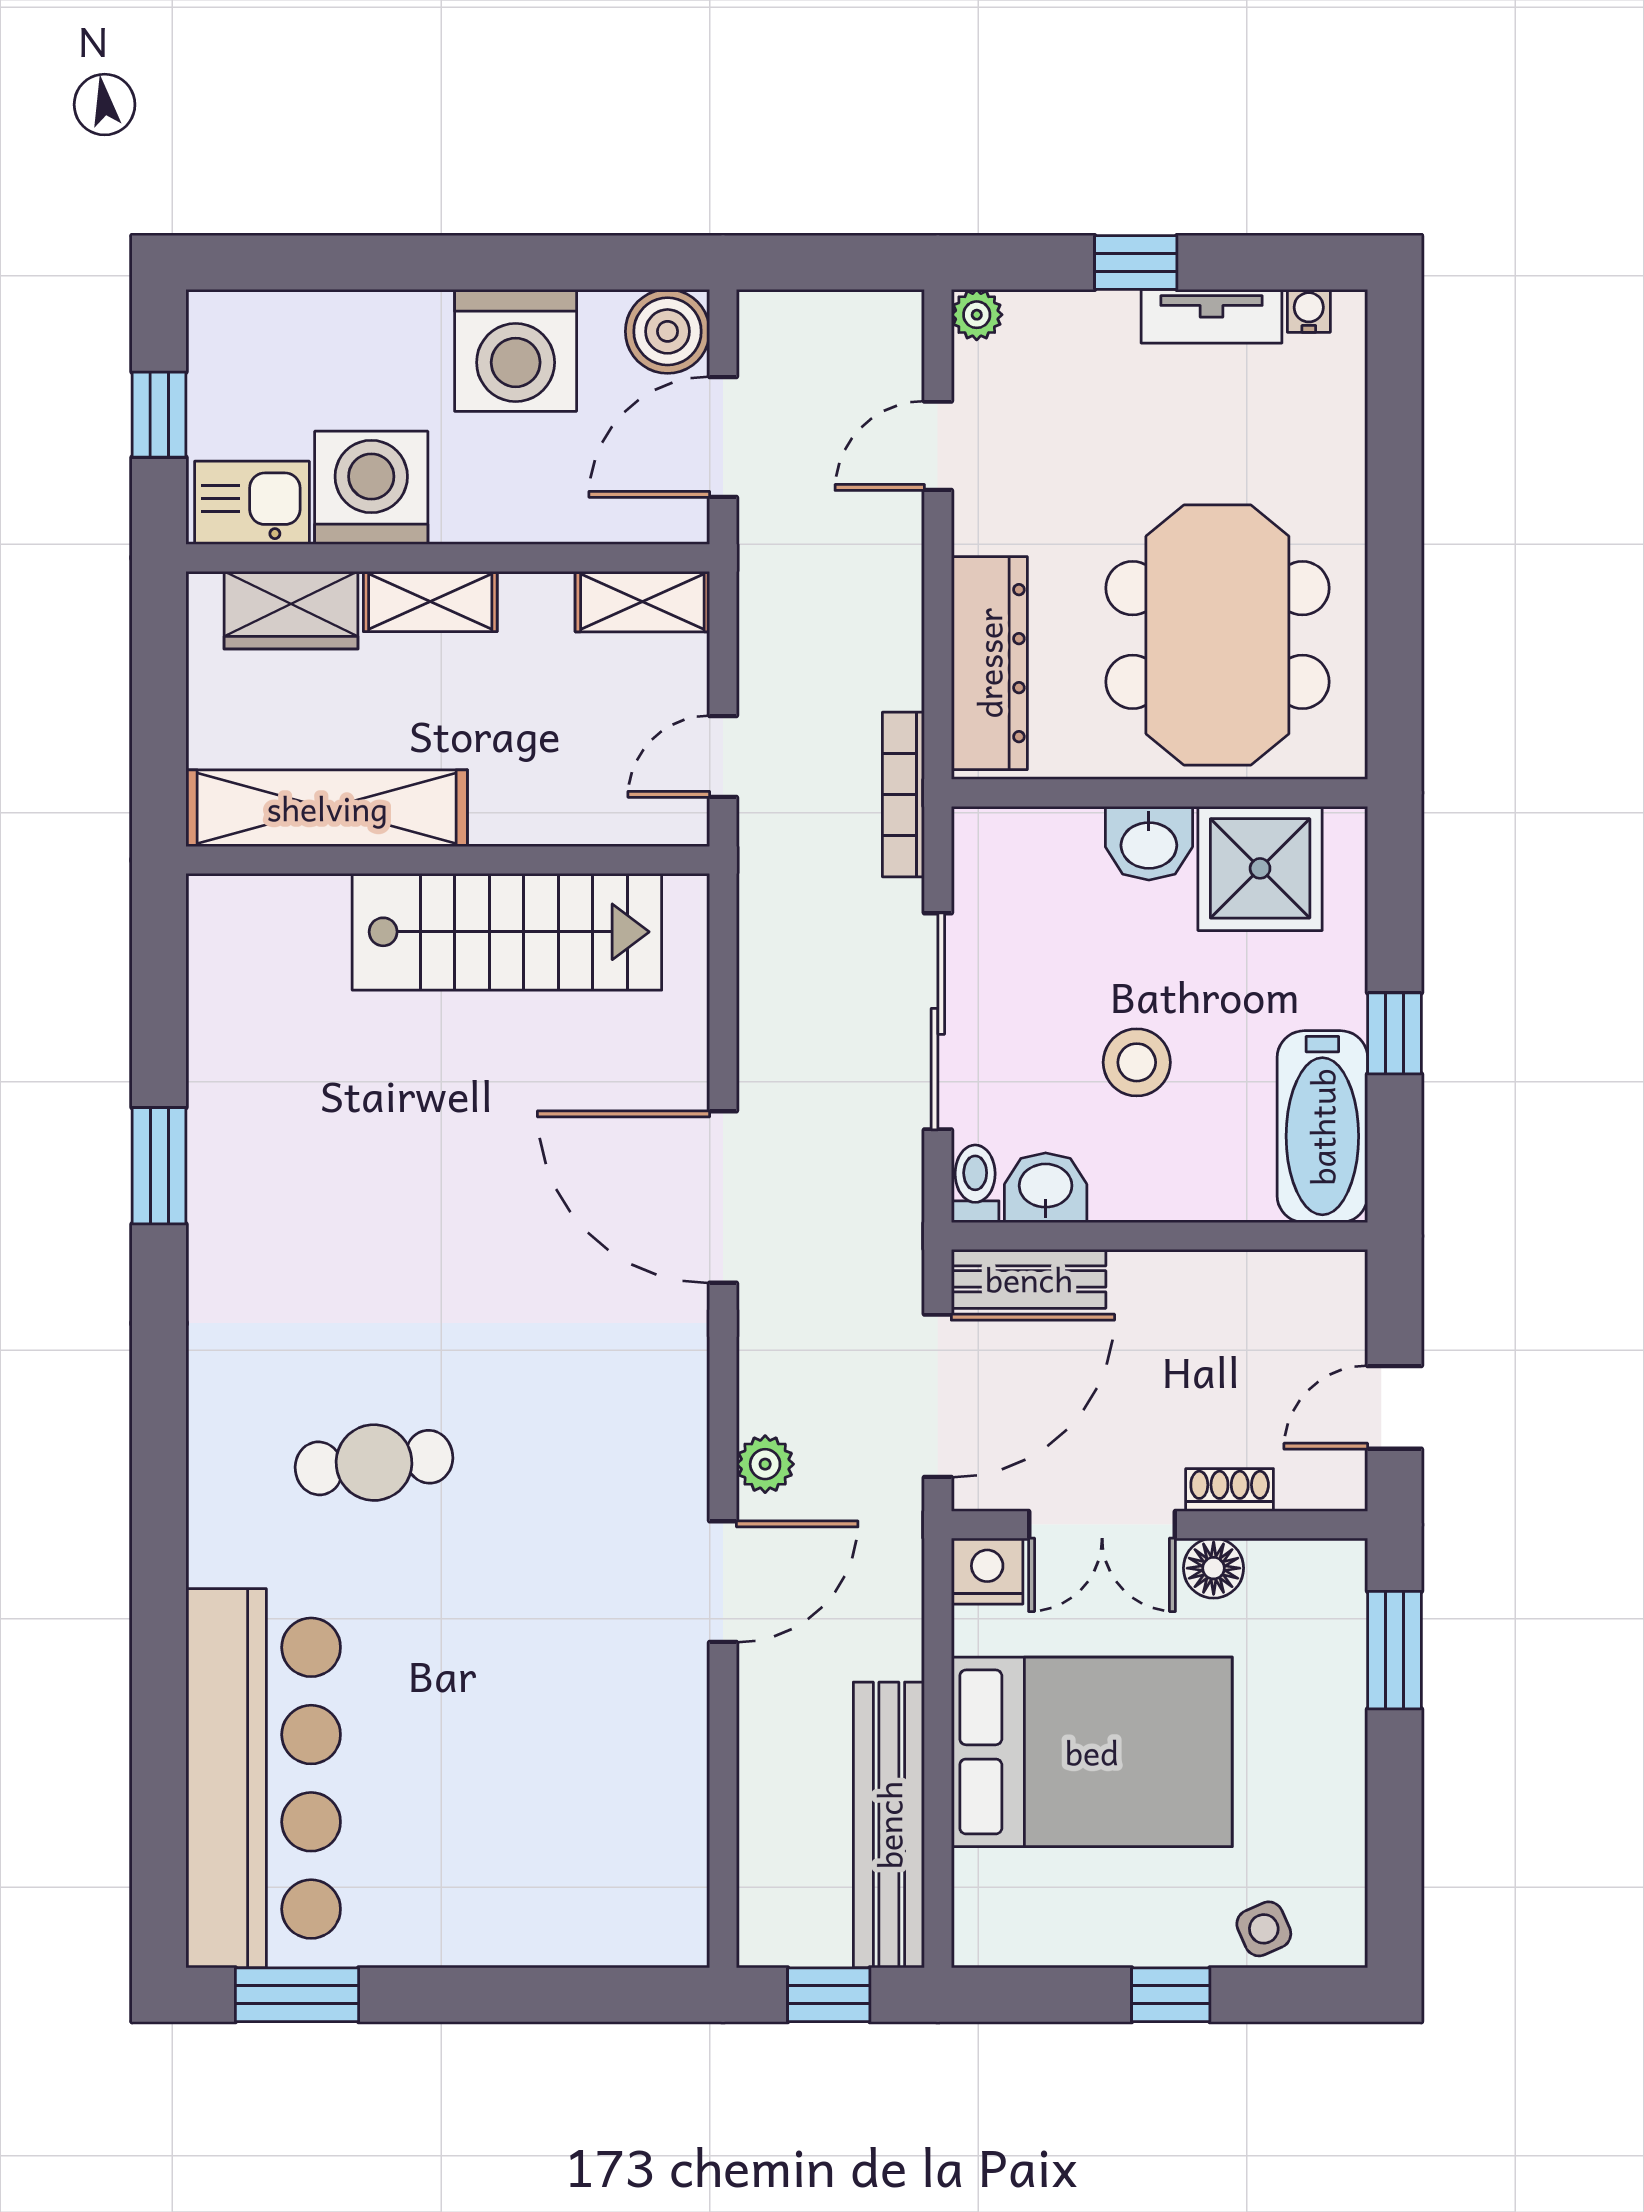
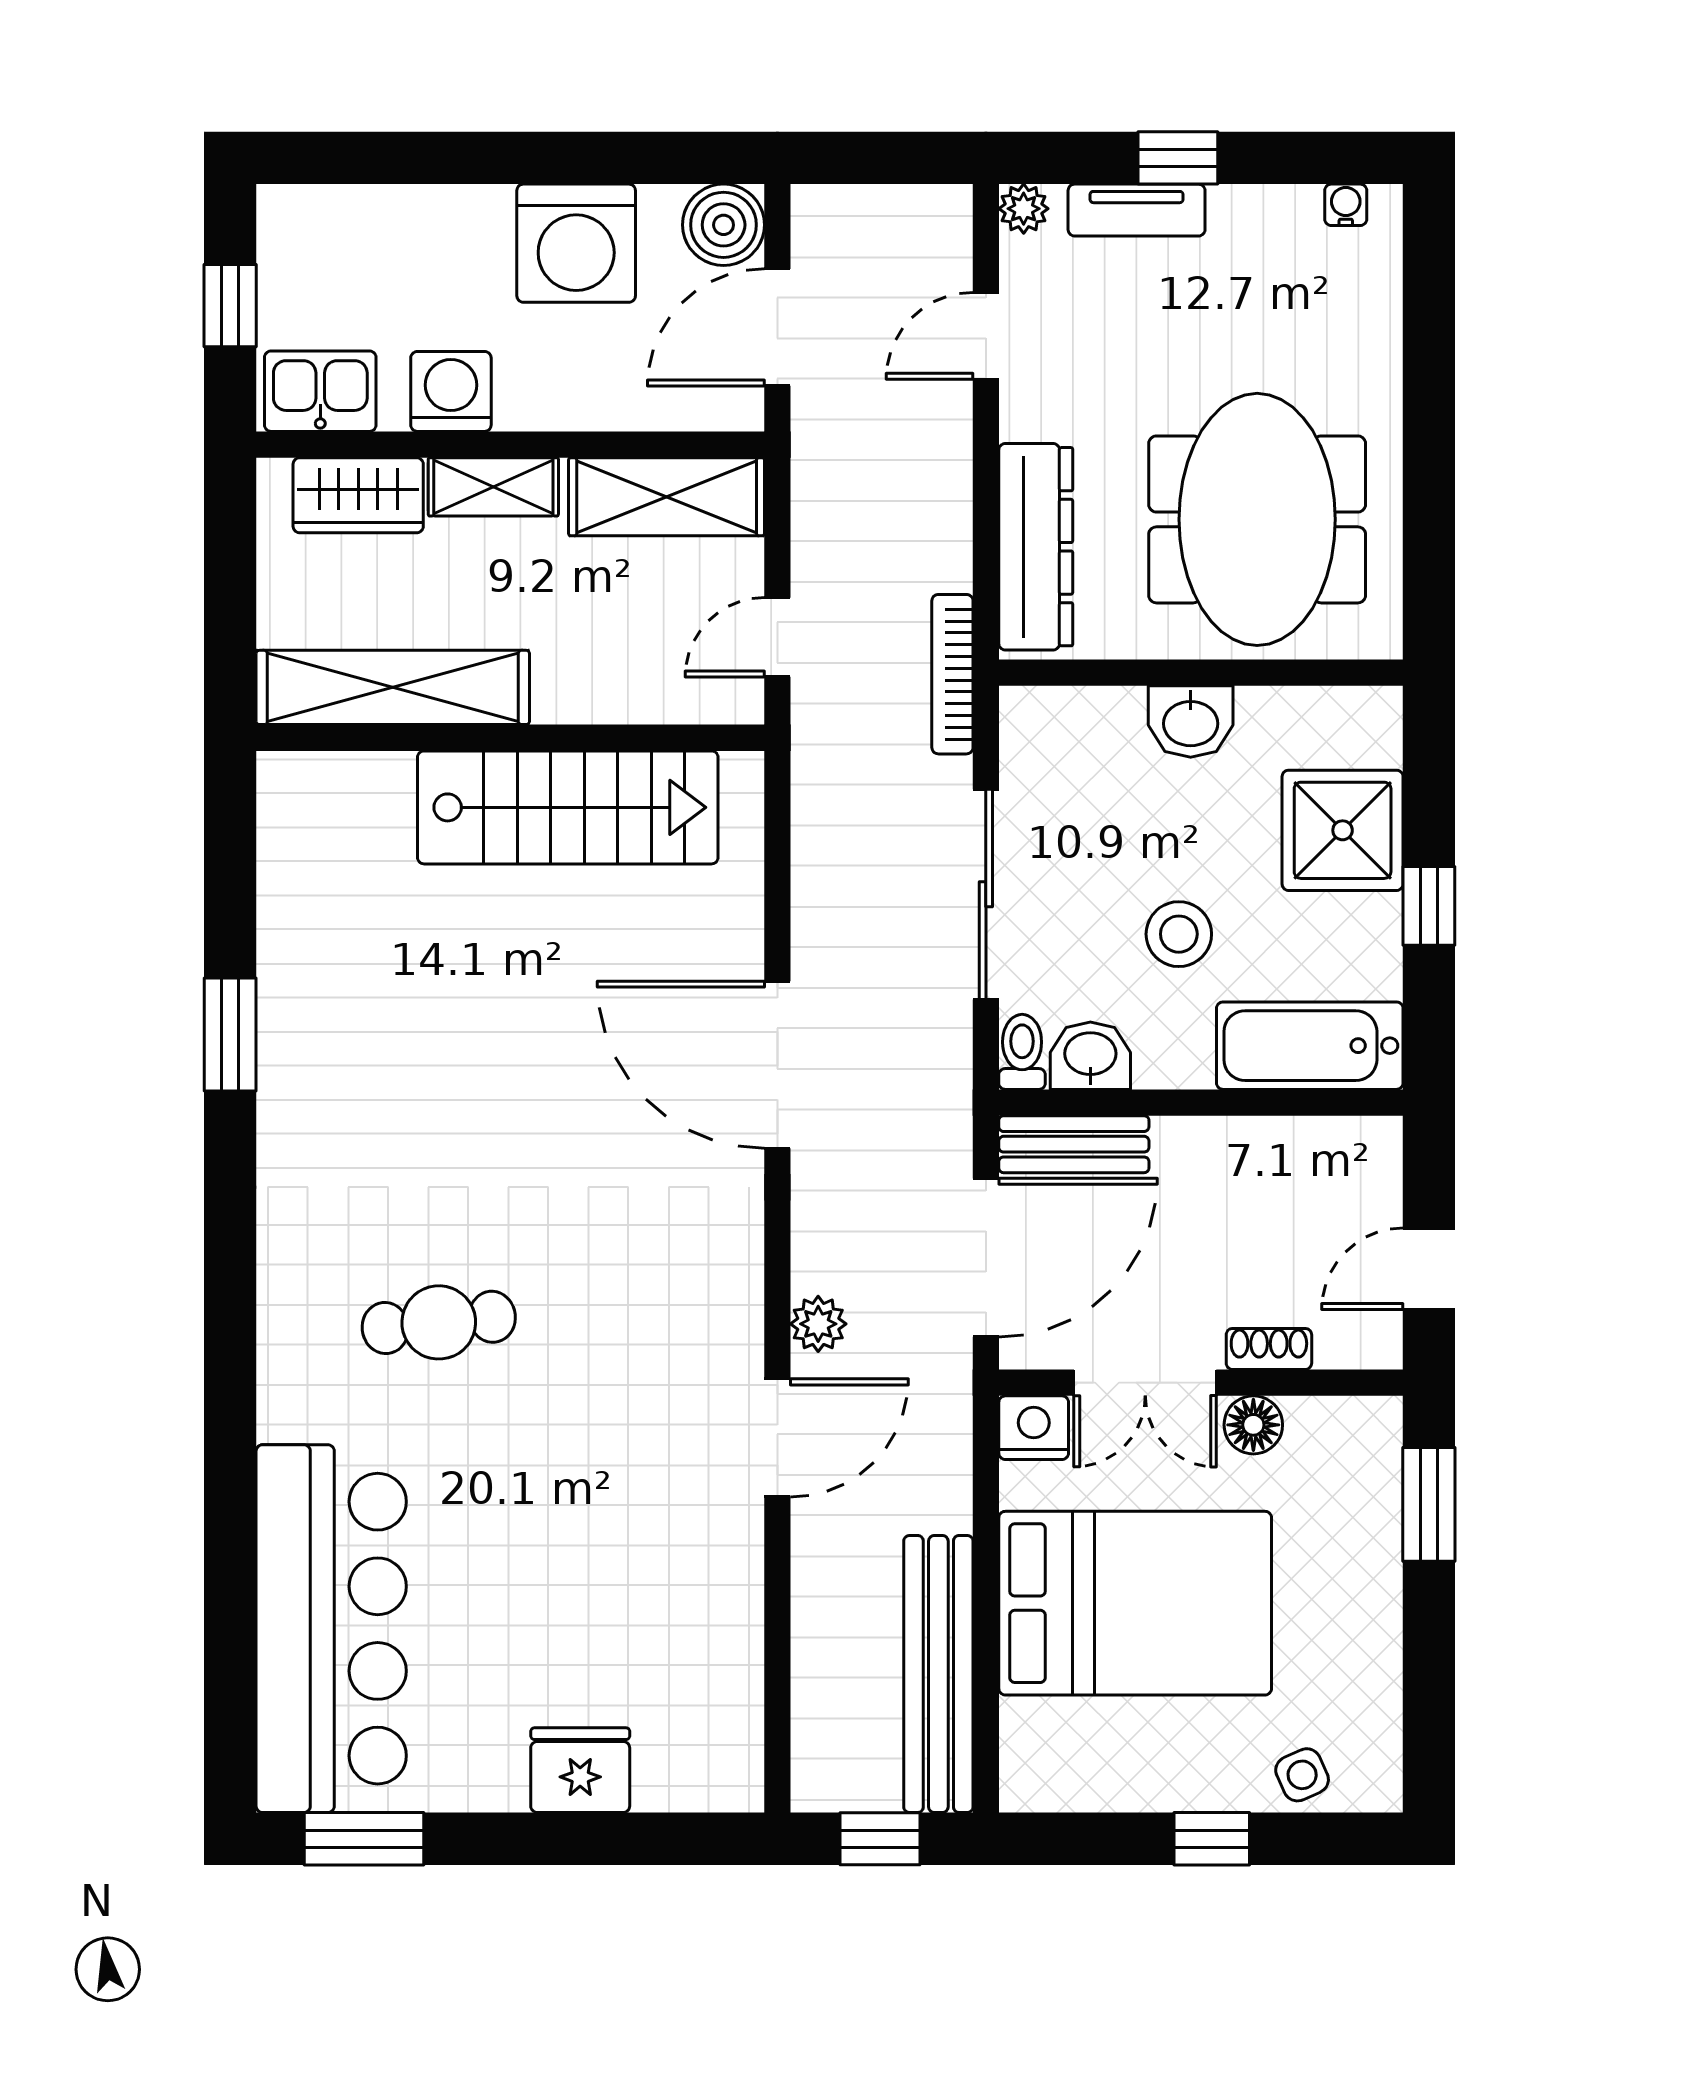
tv unit: (1212, 316) -> (1137, 210), moved
washing machine: (371, 488) -> (451, 391), width x0.73, depth x0.73
shelving: (642, 602) -> (667, 497), width x1.50, depth x1.33
shower: (1260, 868) -> (1343, 830), moved
bathtub: (1322, 1127) -> (1310, 1046), moved, turned 90
fridge: (520, 1924) -> (580, 1770), added

